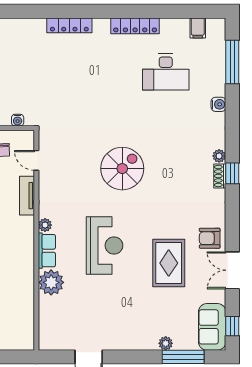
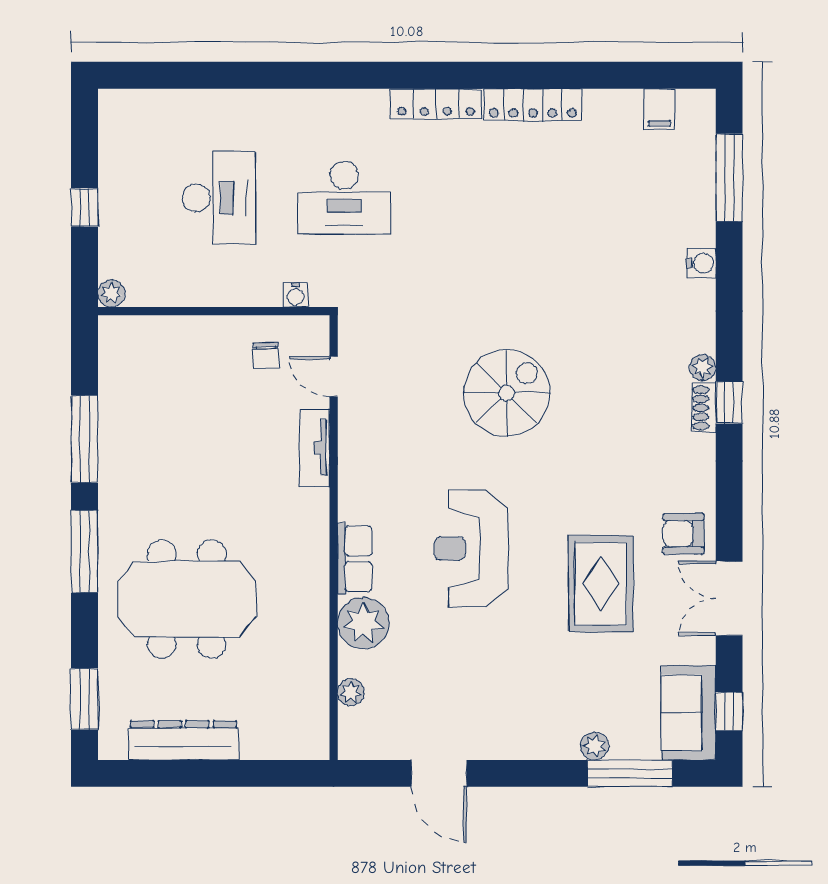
locker: (69, 25) -> (436, 104), moved
desk: (166, 72) -> (344, 198), moved
plant: (45, 225) -> (351, 692), moved
reception desk: (104, 245) -> (471, 548), turned 180

